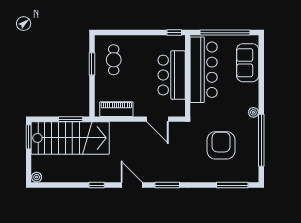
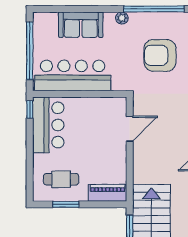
sofa: (248, 63) -> (81, 25), moved
bar counter: (172, 75) -> (48, 125), moved, turned -90
piano: (116, 109) -> (108, 193), moved, turned 90

